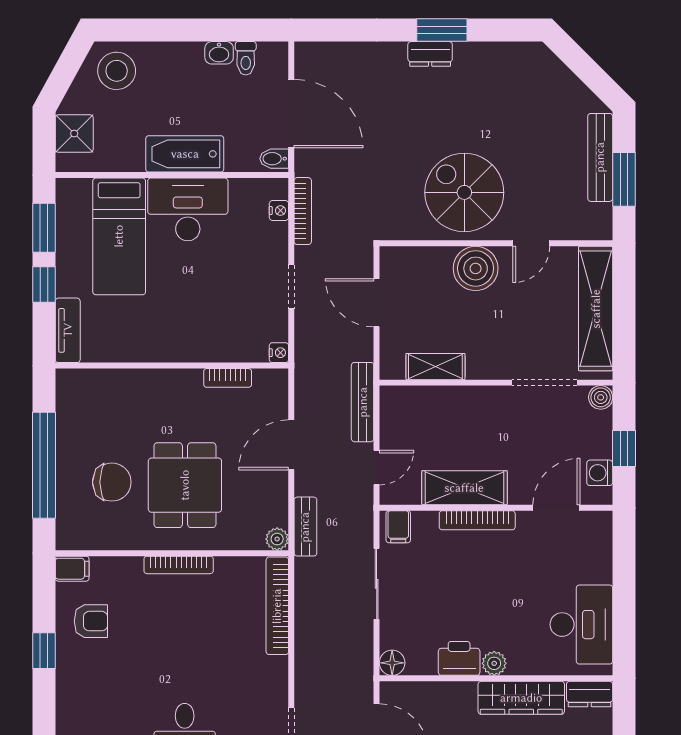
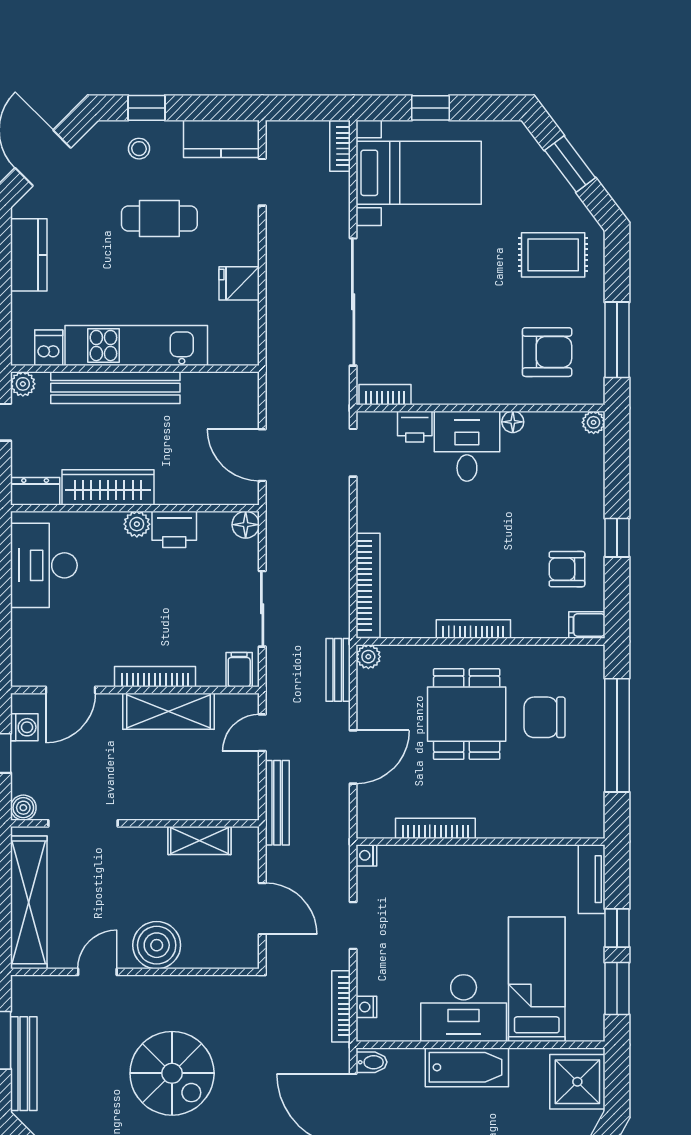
shower: (74, 134) -> (577, 1082), width x1.36, depth x1.36
spiral stairs: (464, 192) -> (172, 1073), moved
bookcase: (228, 378) -> (435, 828), width x1.56

